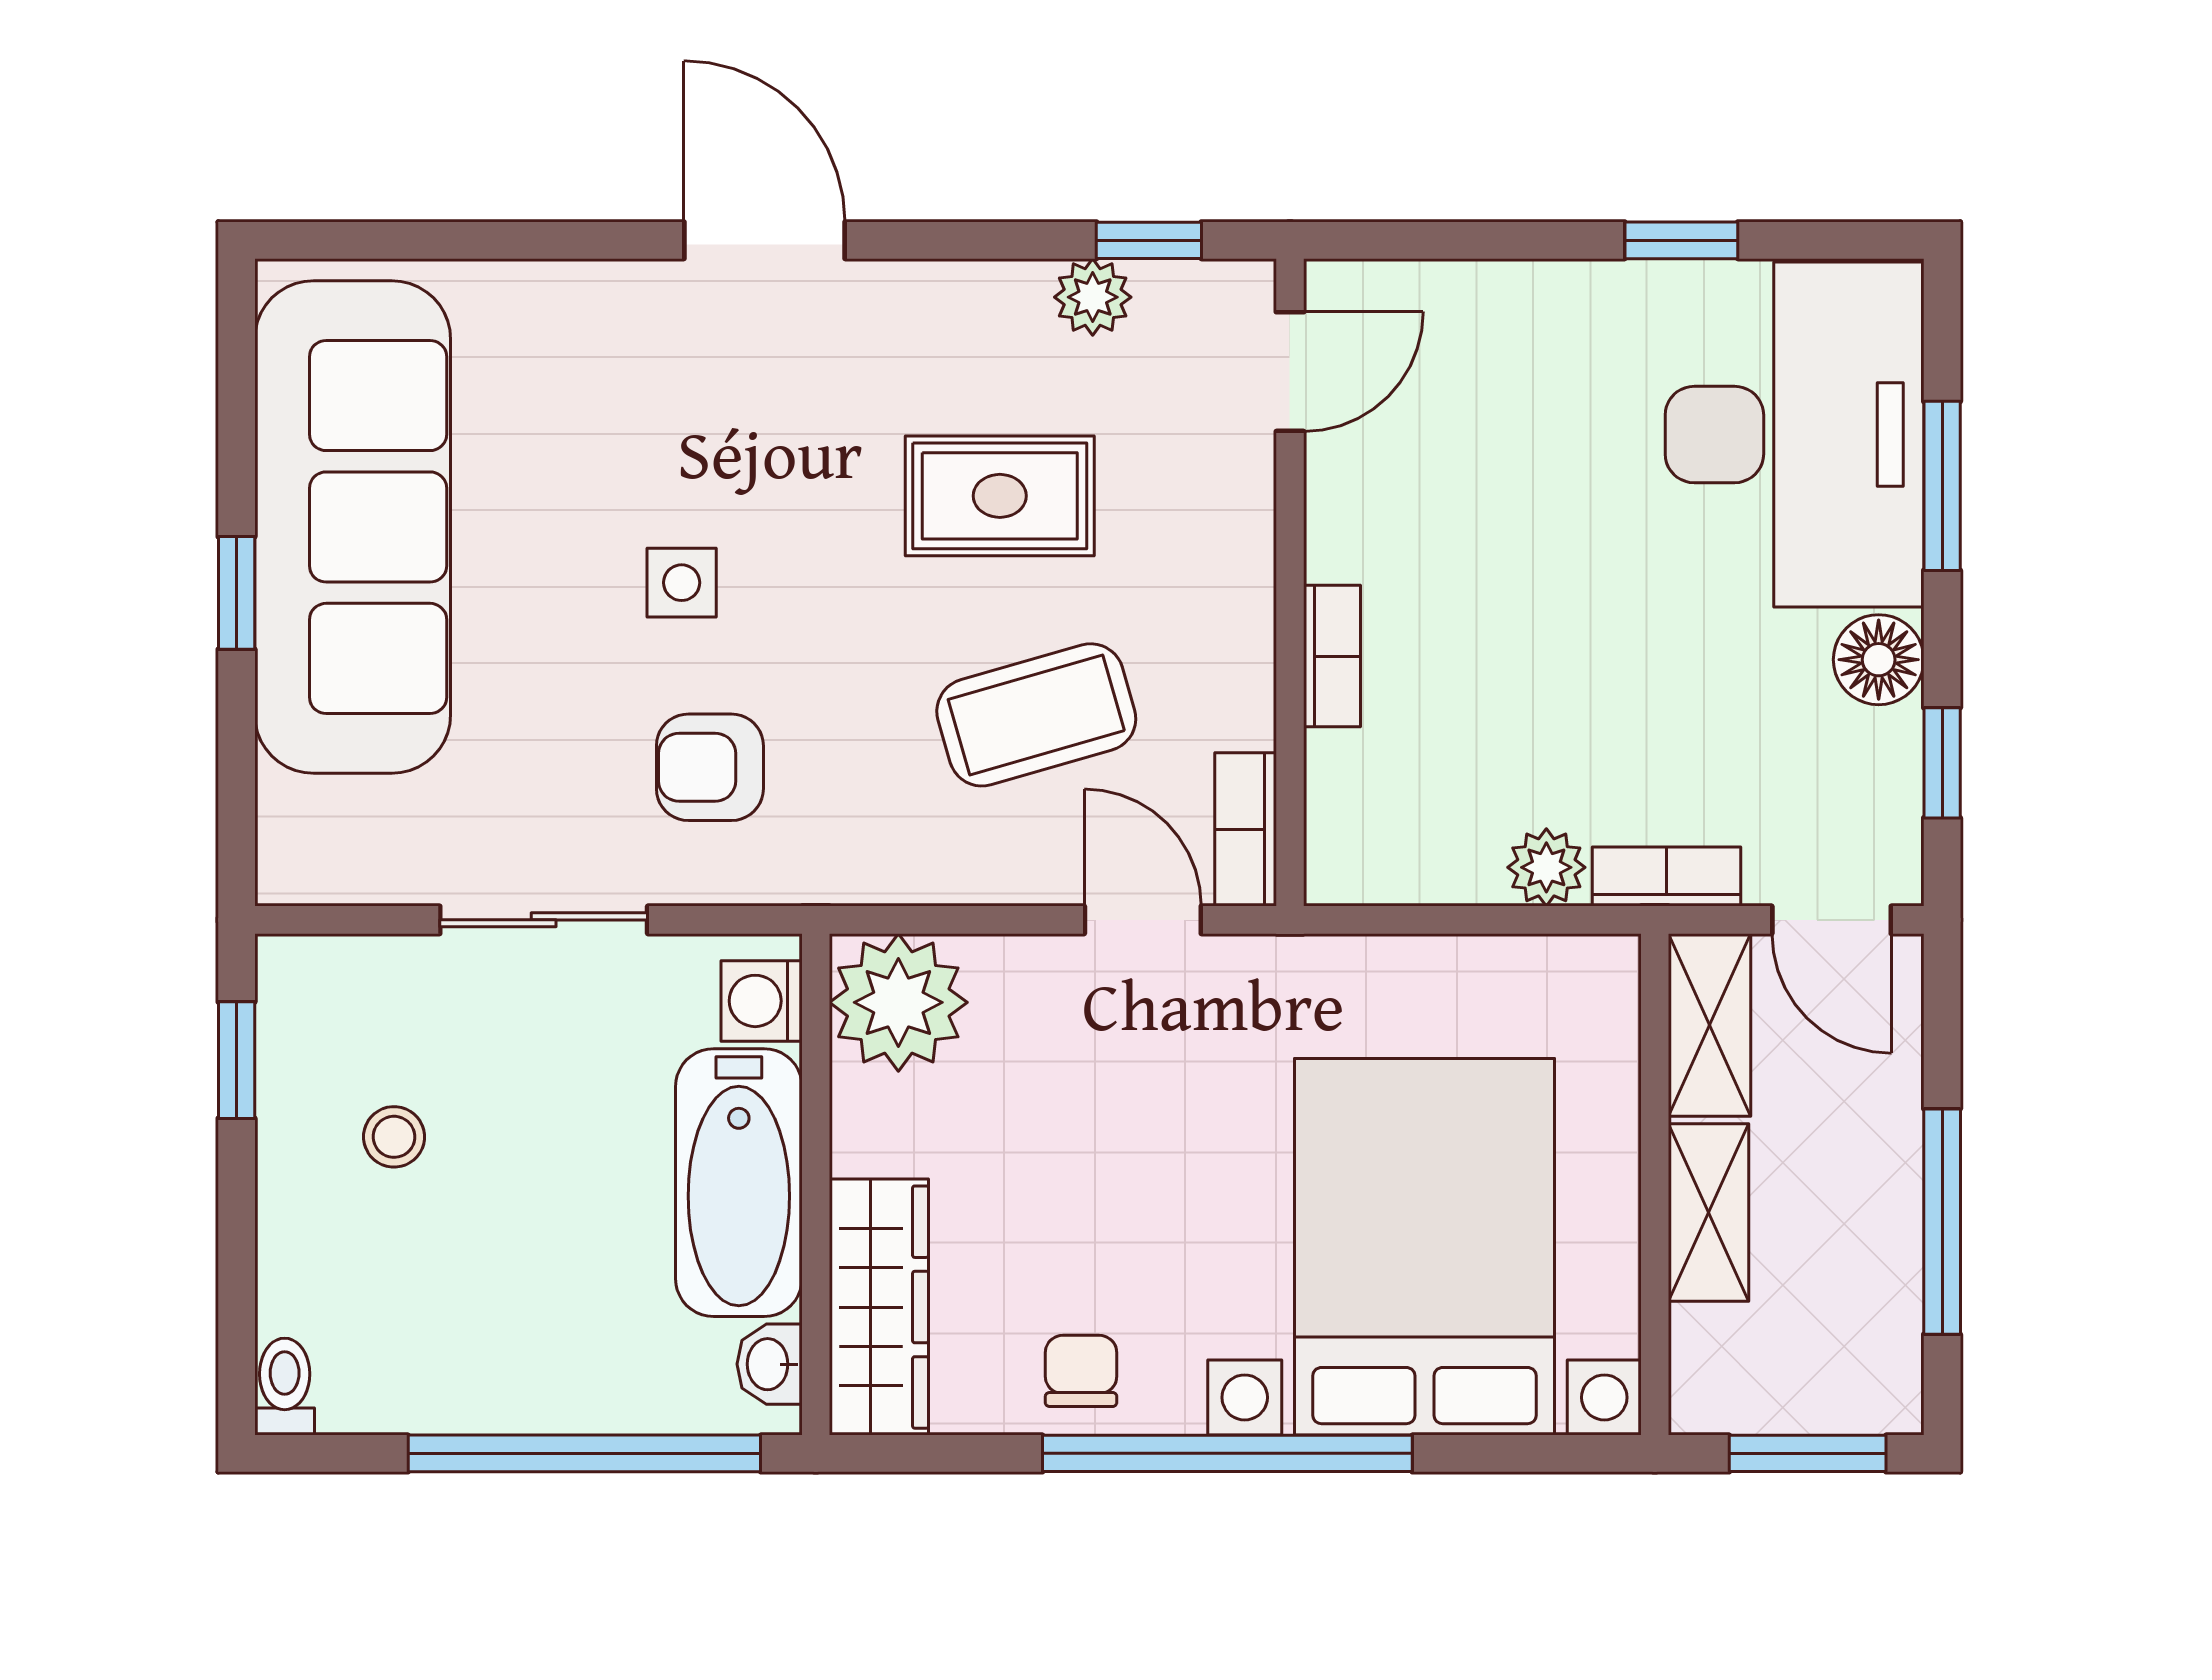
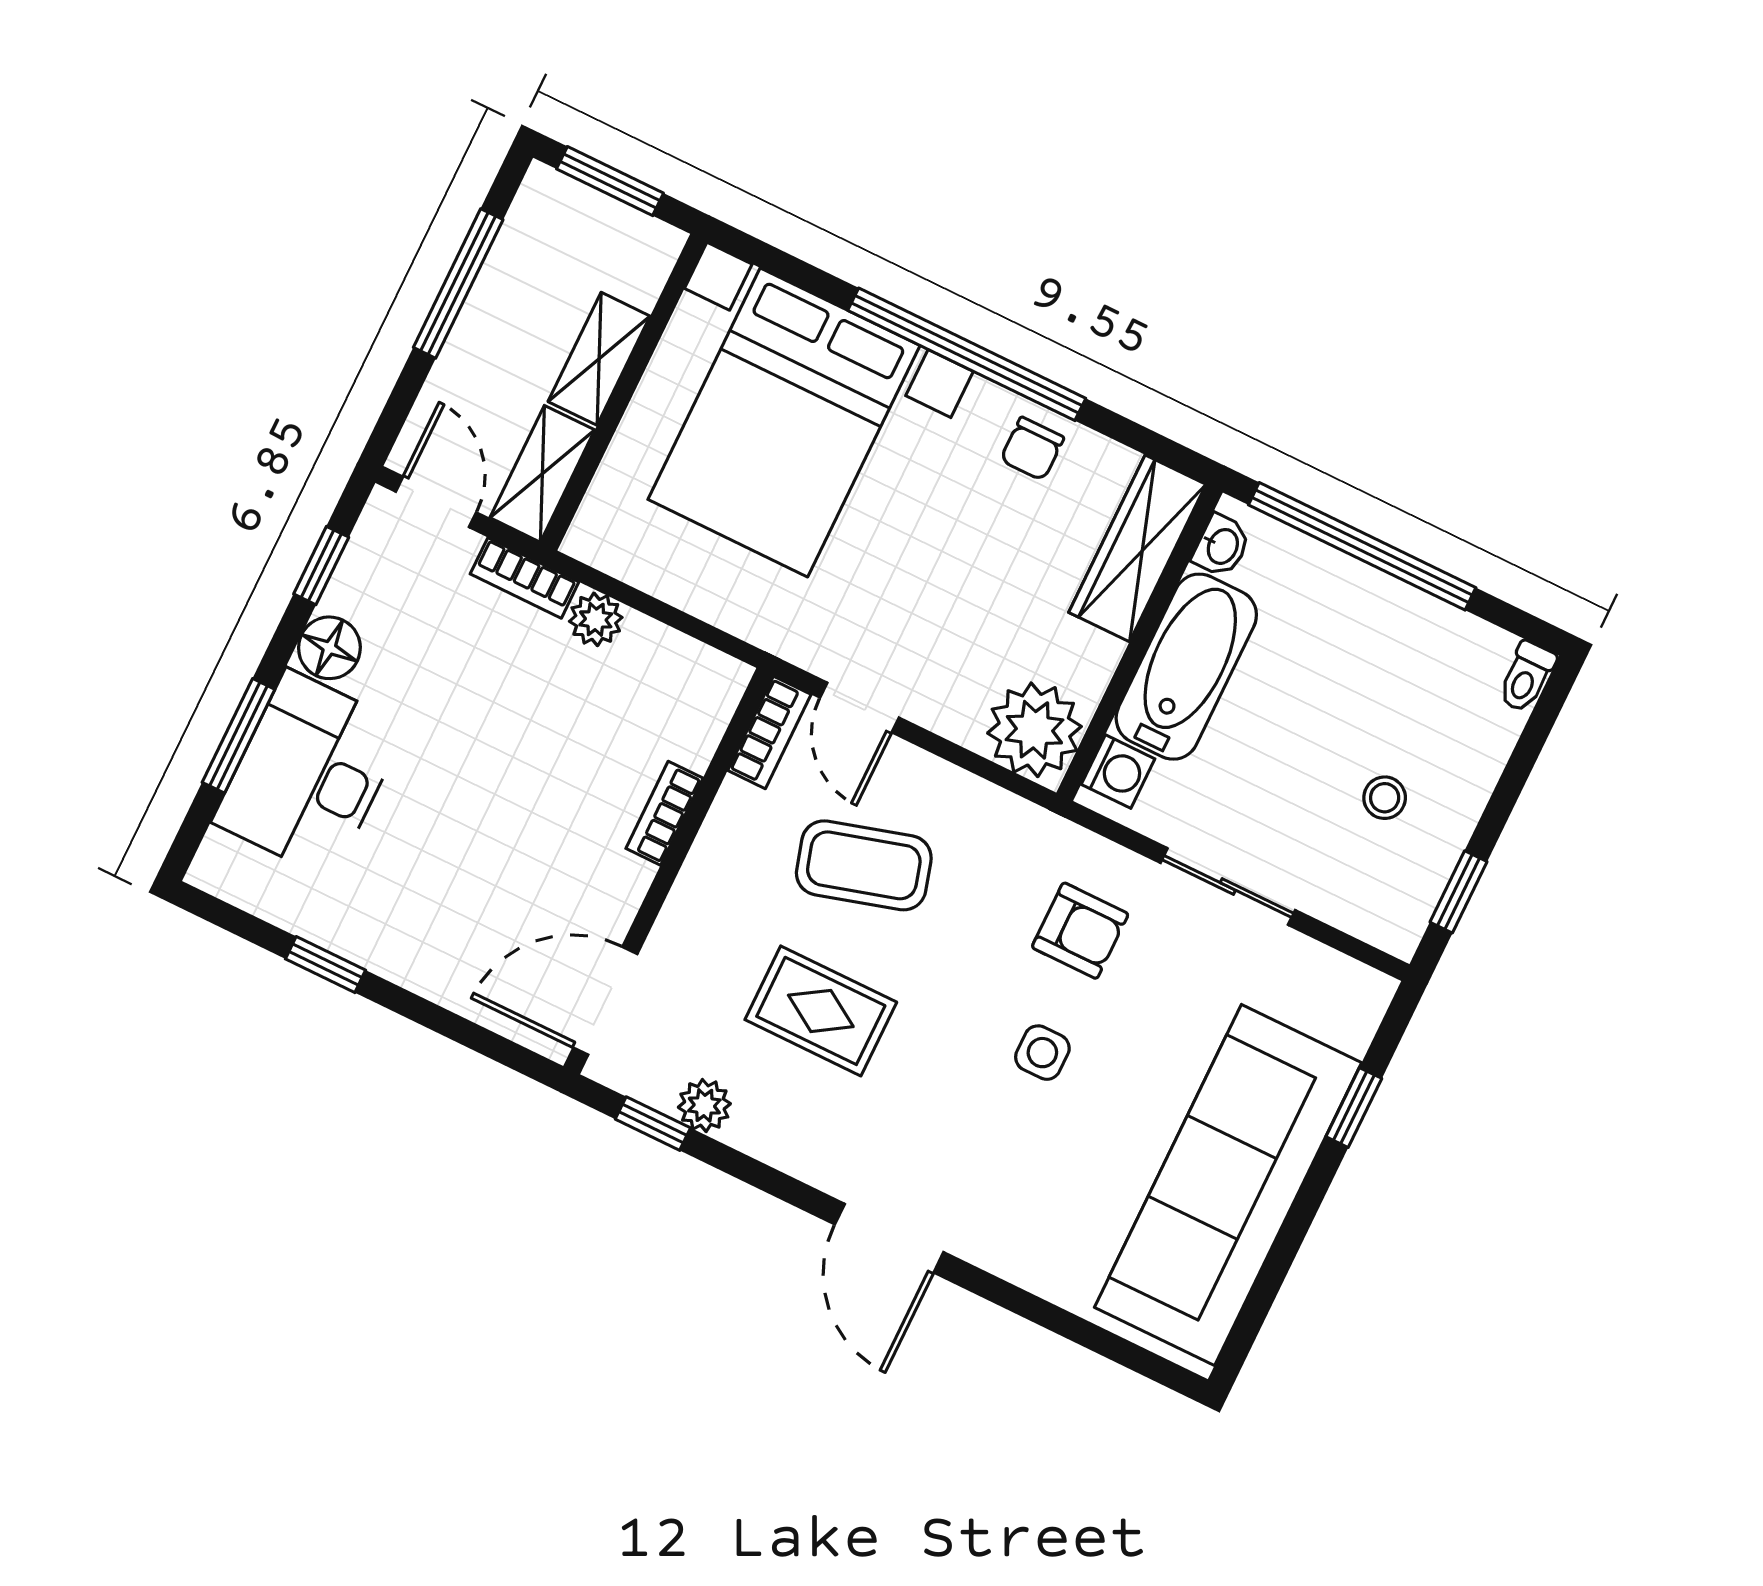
door: (1290, 372) -> (605, 1001), width x1.38
desk: (1795, 435) -> (309, 774), width x0.73, depth x0.77
window: (237, 593) -> (1354, 1108), moved

